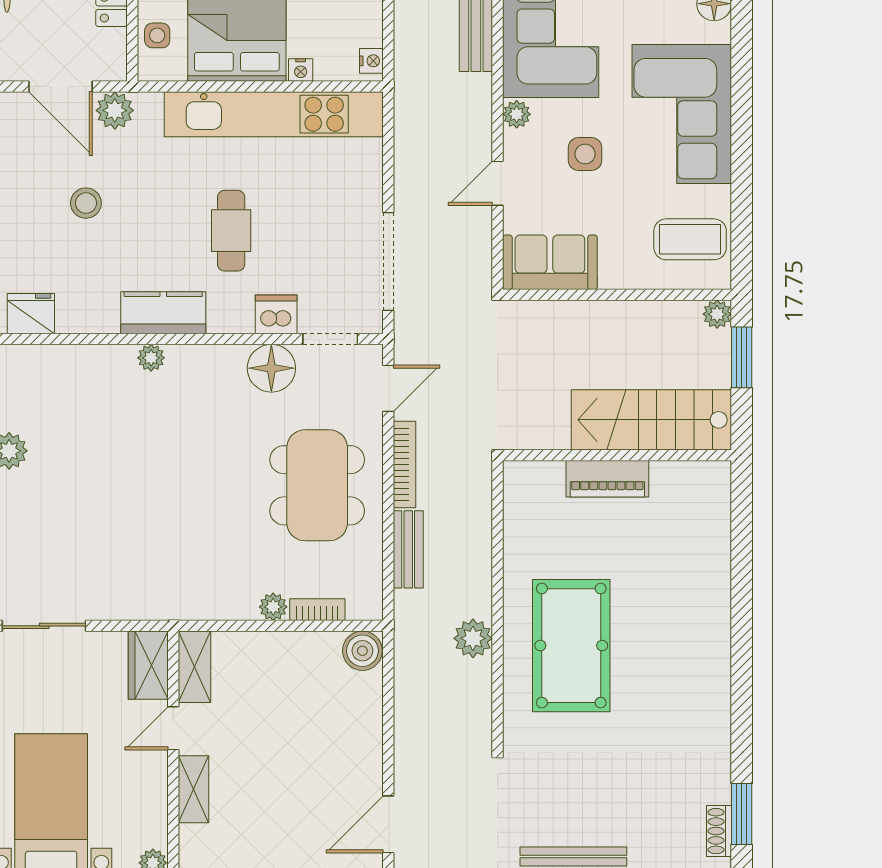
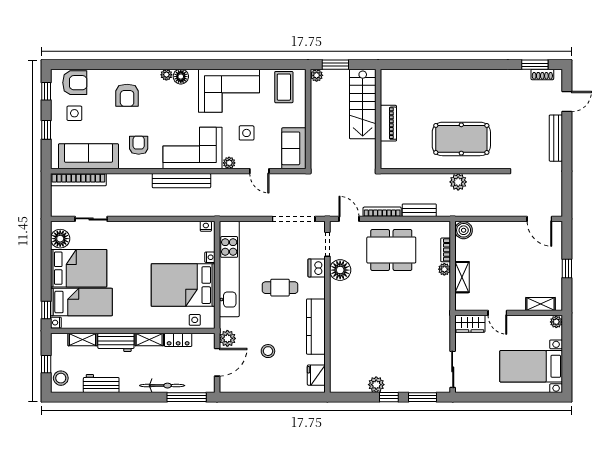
kitchen counter: (163, 313) -> (316, 327), width x1.50
plant: (151, 358) -> (336, 323), removed
shelving: (194, 667) -> (462, 277), moved, turned 90
shelving: (194, 789) -> (541, 304), moved

